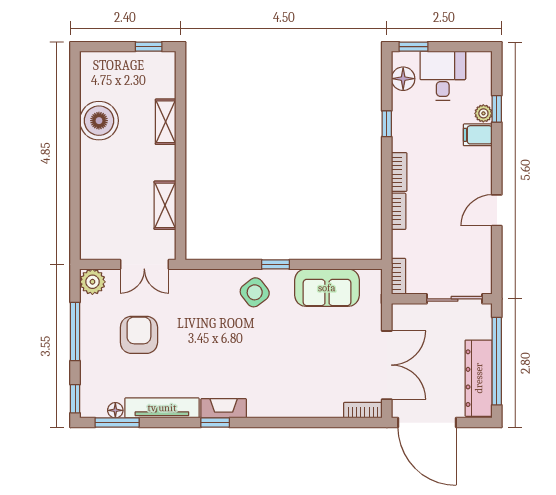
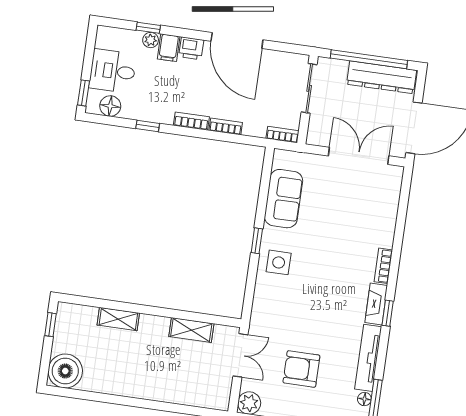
boiler: (99, 121) -> (65, 371), moved
printer: (481, 160) -> (191, 48), added
door: (497, 210) -> (237, 40), width x1.88
side table: (255, 292) -> (279, 262), turned 38
bookcase: (363, 410) -> (383, 266), moved

